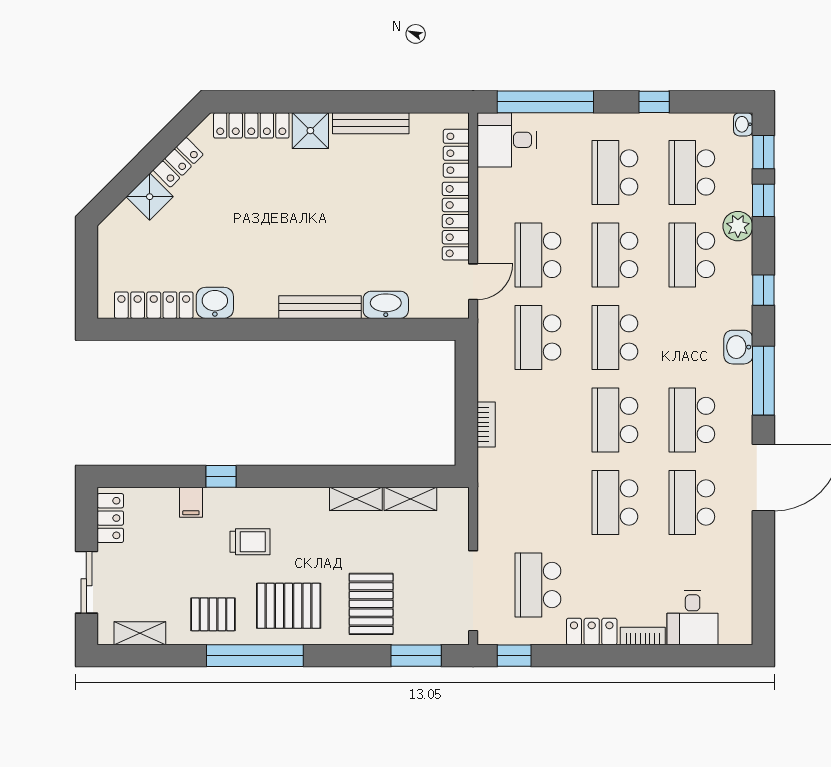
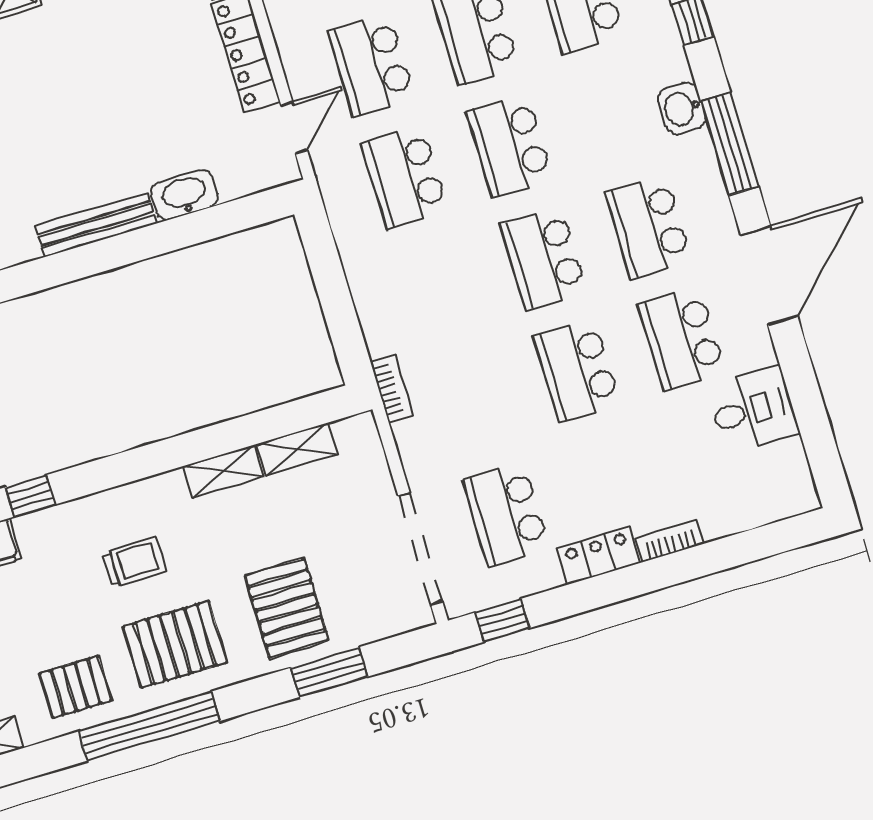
bookcase: (486, 424) -> (392, 388), moved
trolley: (250, 542) -> (134, 562), moved
desk: (693, 618) -> (753, 410), moved, turned -90
window: (416, 656) -> (329, 672), moved

